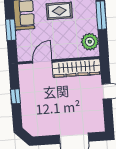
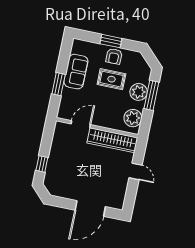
plant: (88, 16) -> (139, 92), added
window: (16, 96) -> (42, 164), moved

